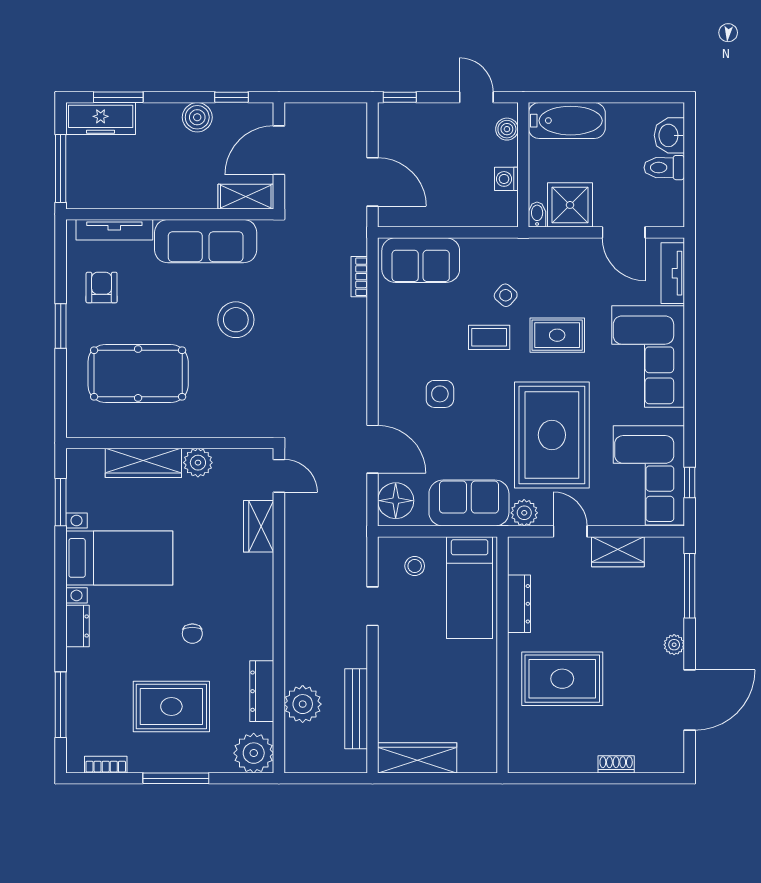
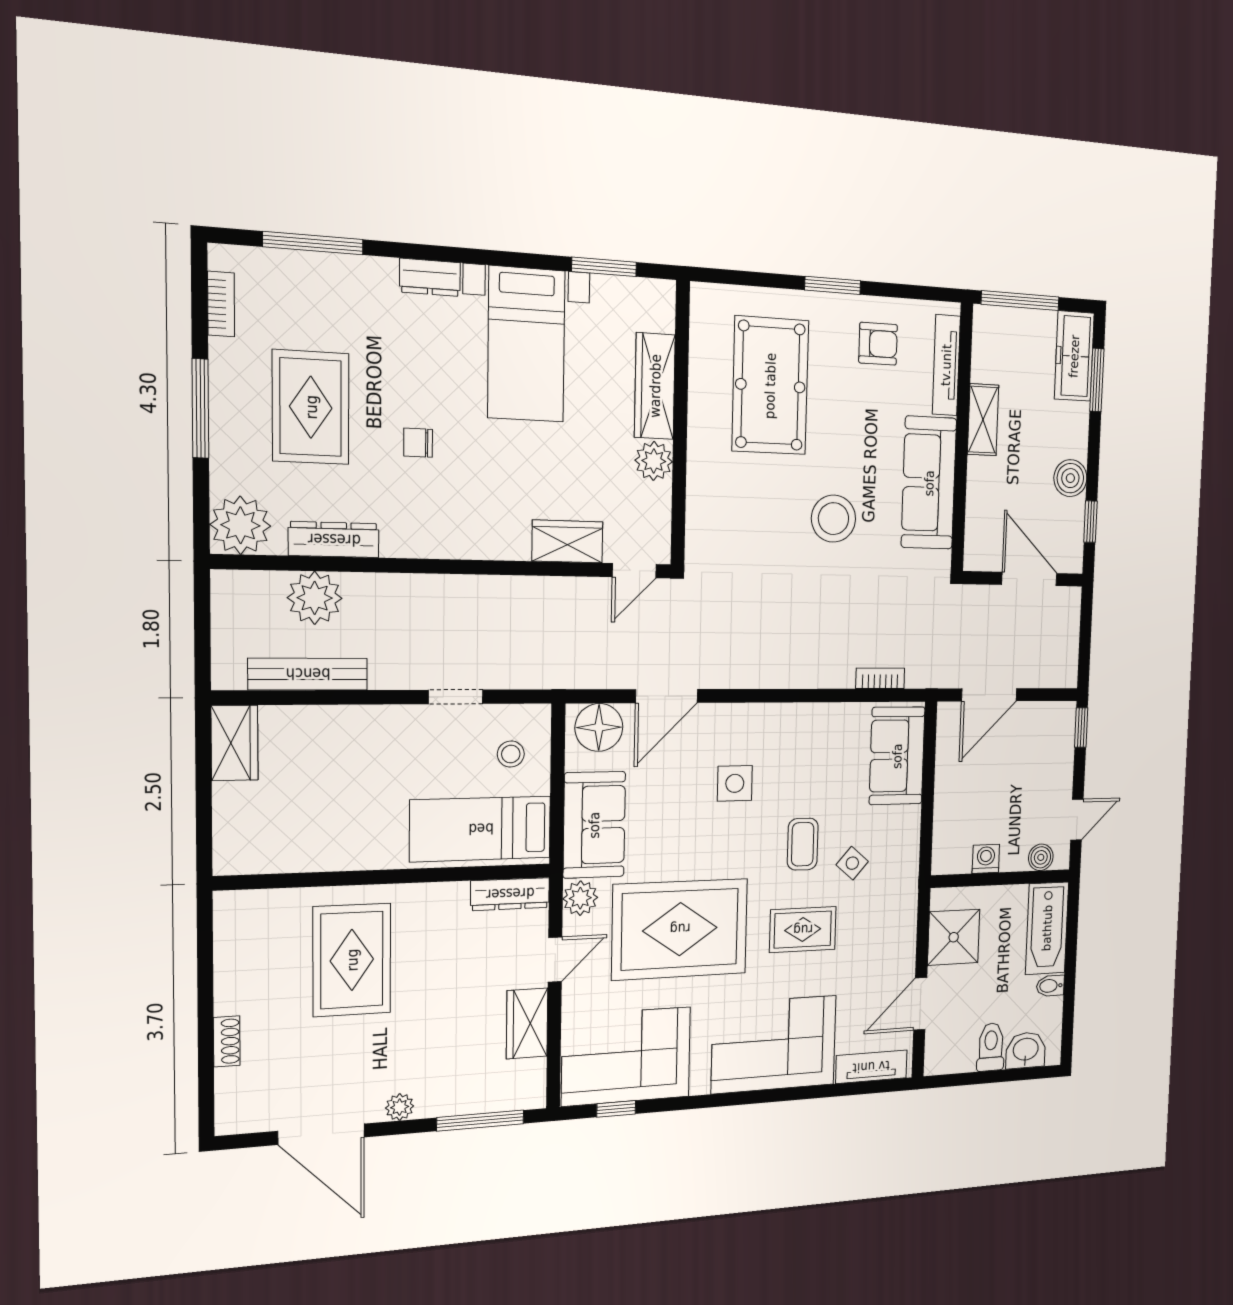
shelving: (246, 197) -> (983, 420), moved
bidet: (537, 215) -> (1050, 986), moved, turned 180
rug: (557, 335) -> (803, 930), turned 90
dresser: (519, 604) -> (510, 894), moved
wardrobe: (417, 758) -> (235, 743), width x0.67

